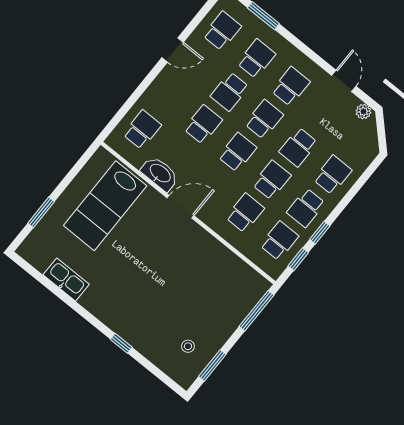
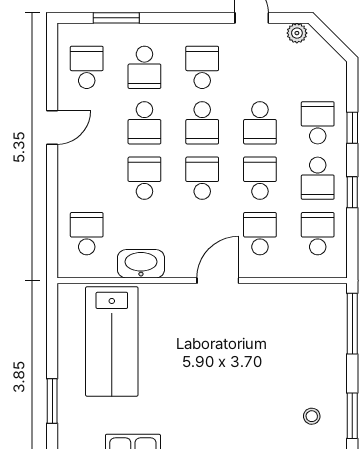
school desk: (256, 59) -> (144, 67), turned 180
school desk: (264, 119) -> (202, 123), turned 180
door: (180, 207) -> (218, 281), moved
window: (298, 259) -> (352, 128), moved

